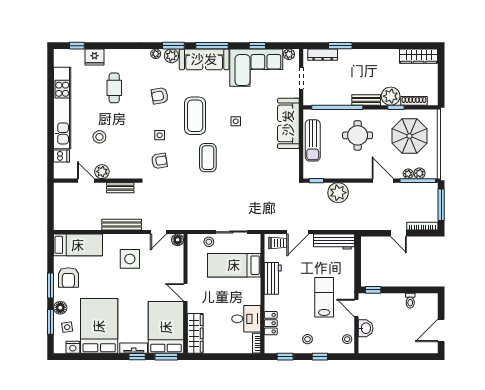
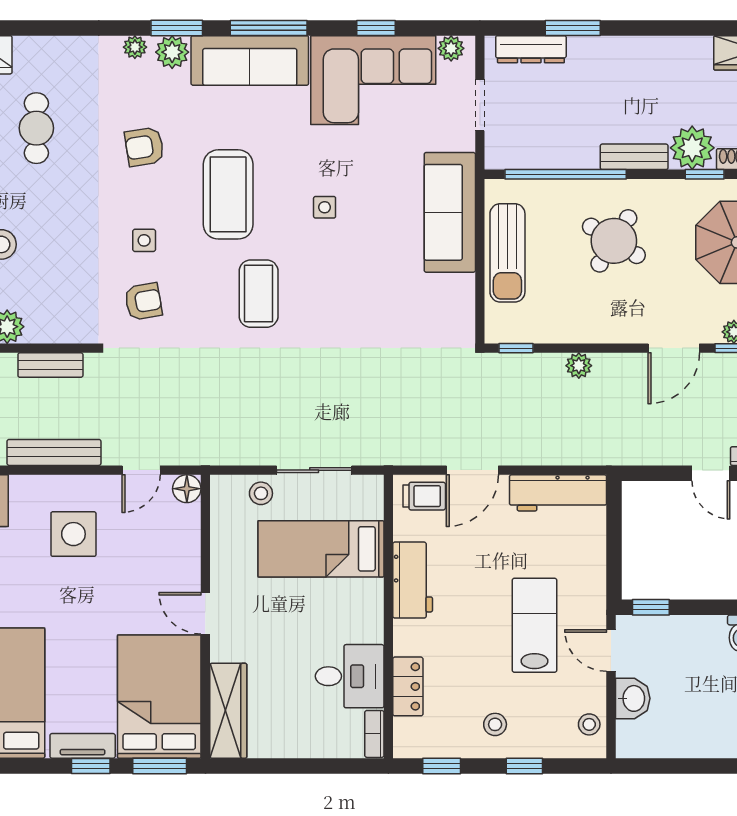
round table: (358, 135) -> (614, 241), turned 32
door: (383, 181) -> (674, 348), swing flipped
plant: (338, 193) -> (579, 366), width x0.53, depth x0.53

